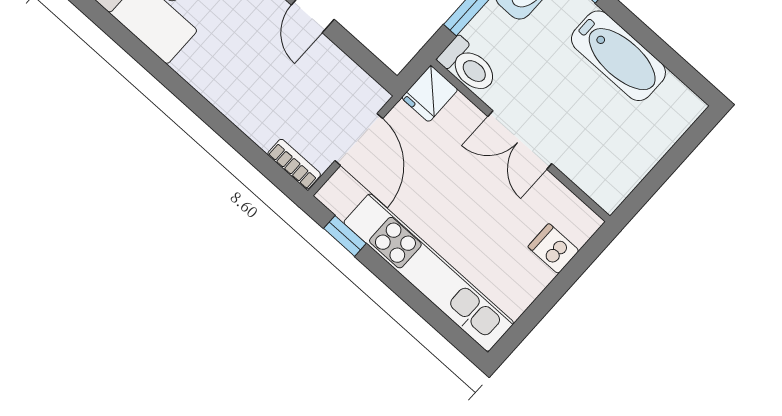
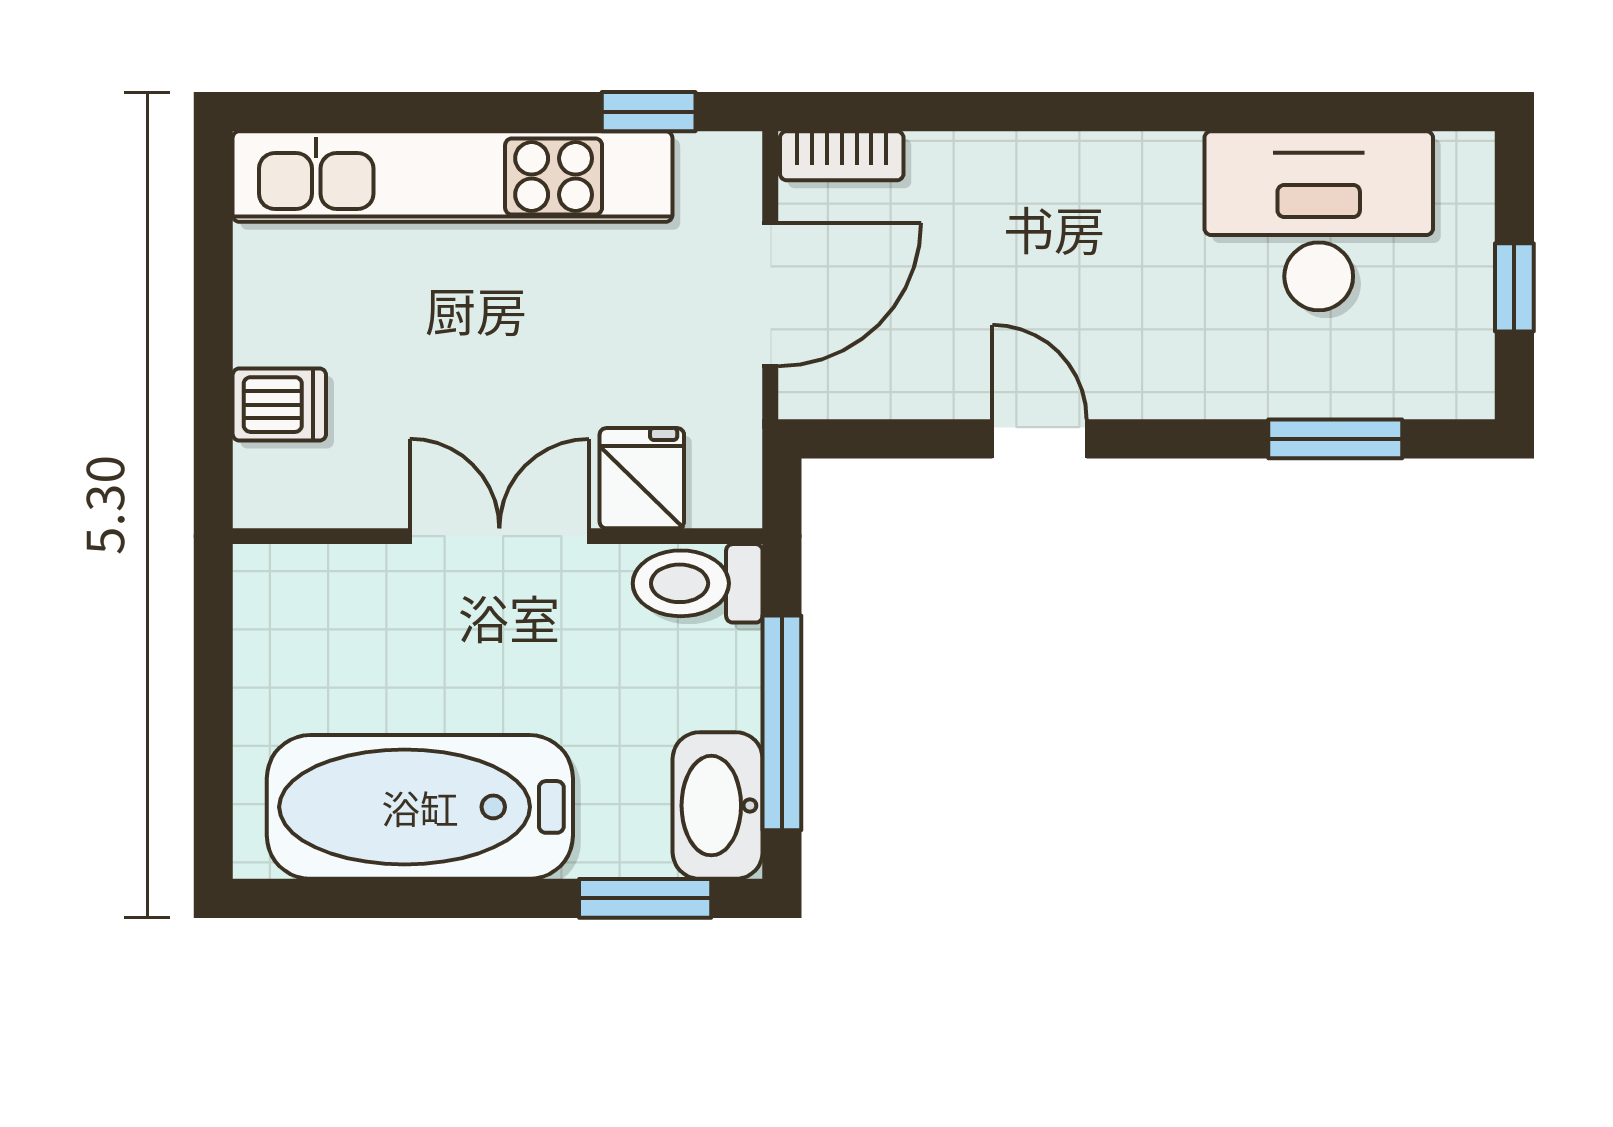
bathtub: (618, 56) -> (420, 807), width x1.36, depth x1.36
fridge: (430, 94) -> (642, 478), moved
door: (359, 140) -> (770, 294), swing flipped

